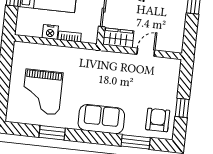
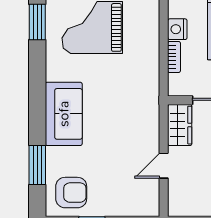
door: (146, 52) -> (164, 166), swing flipped
window: (52, 133) -> (37, 22), moved

